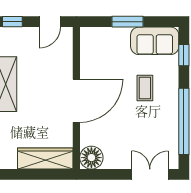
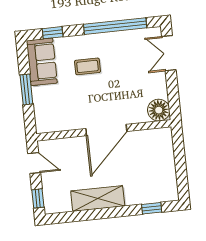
door: (76, 101) -> (106, 130), swing flipped
wardrobe: (45, 159) -> (164, 154), removed

